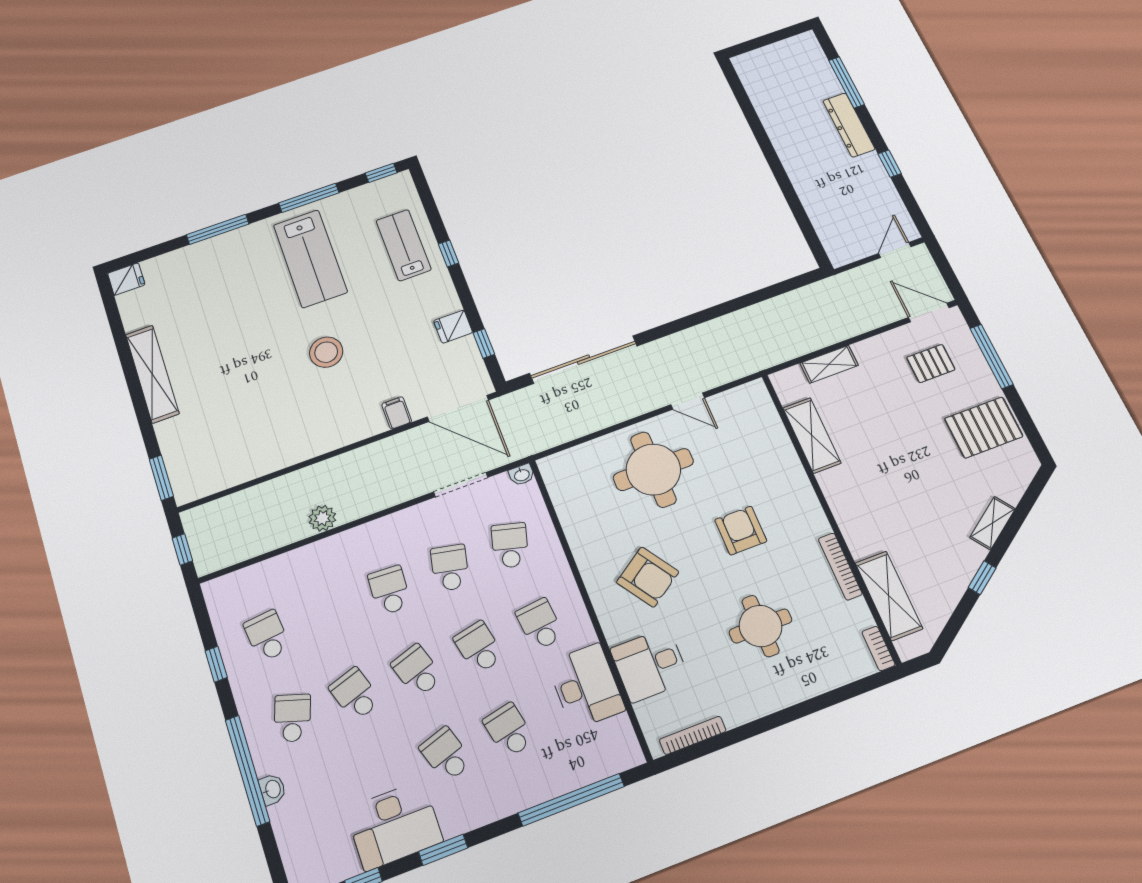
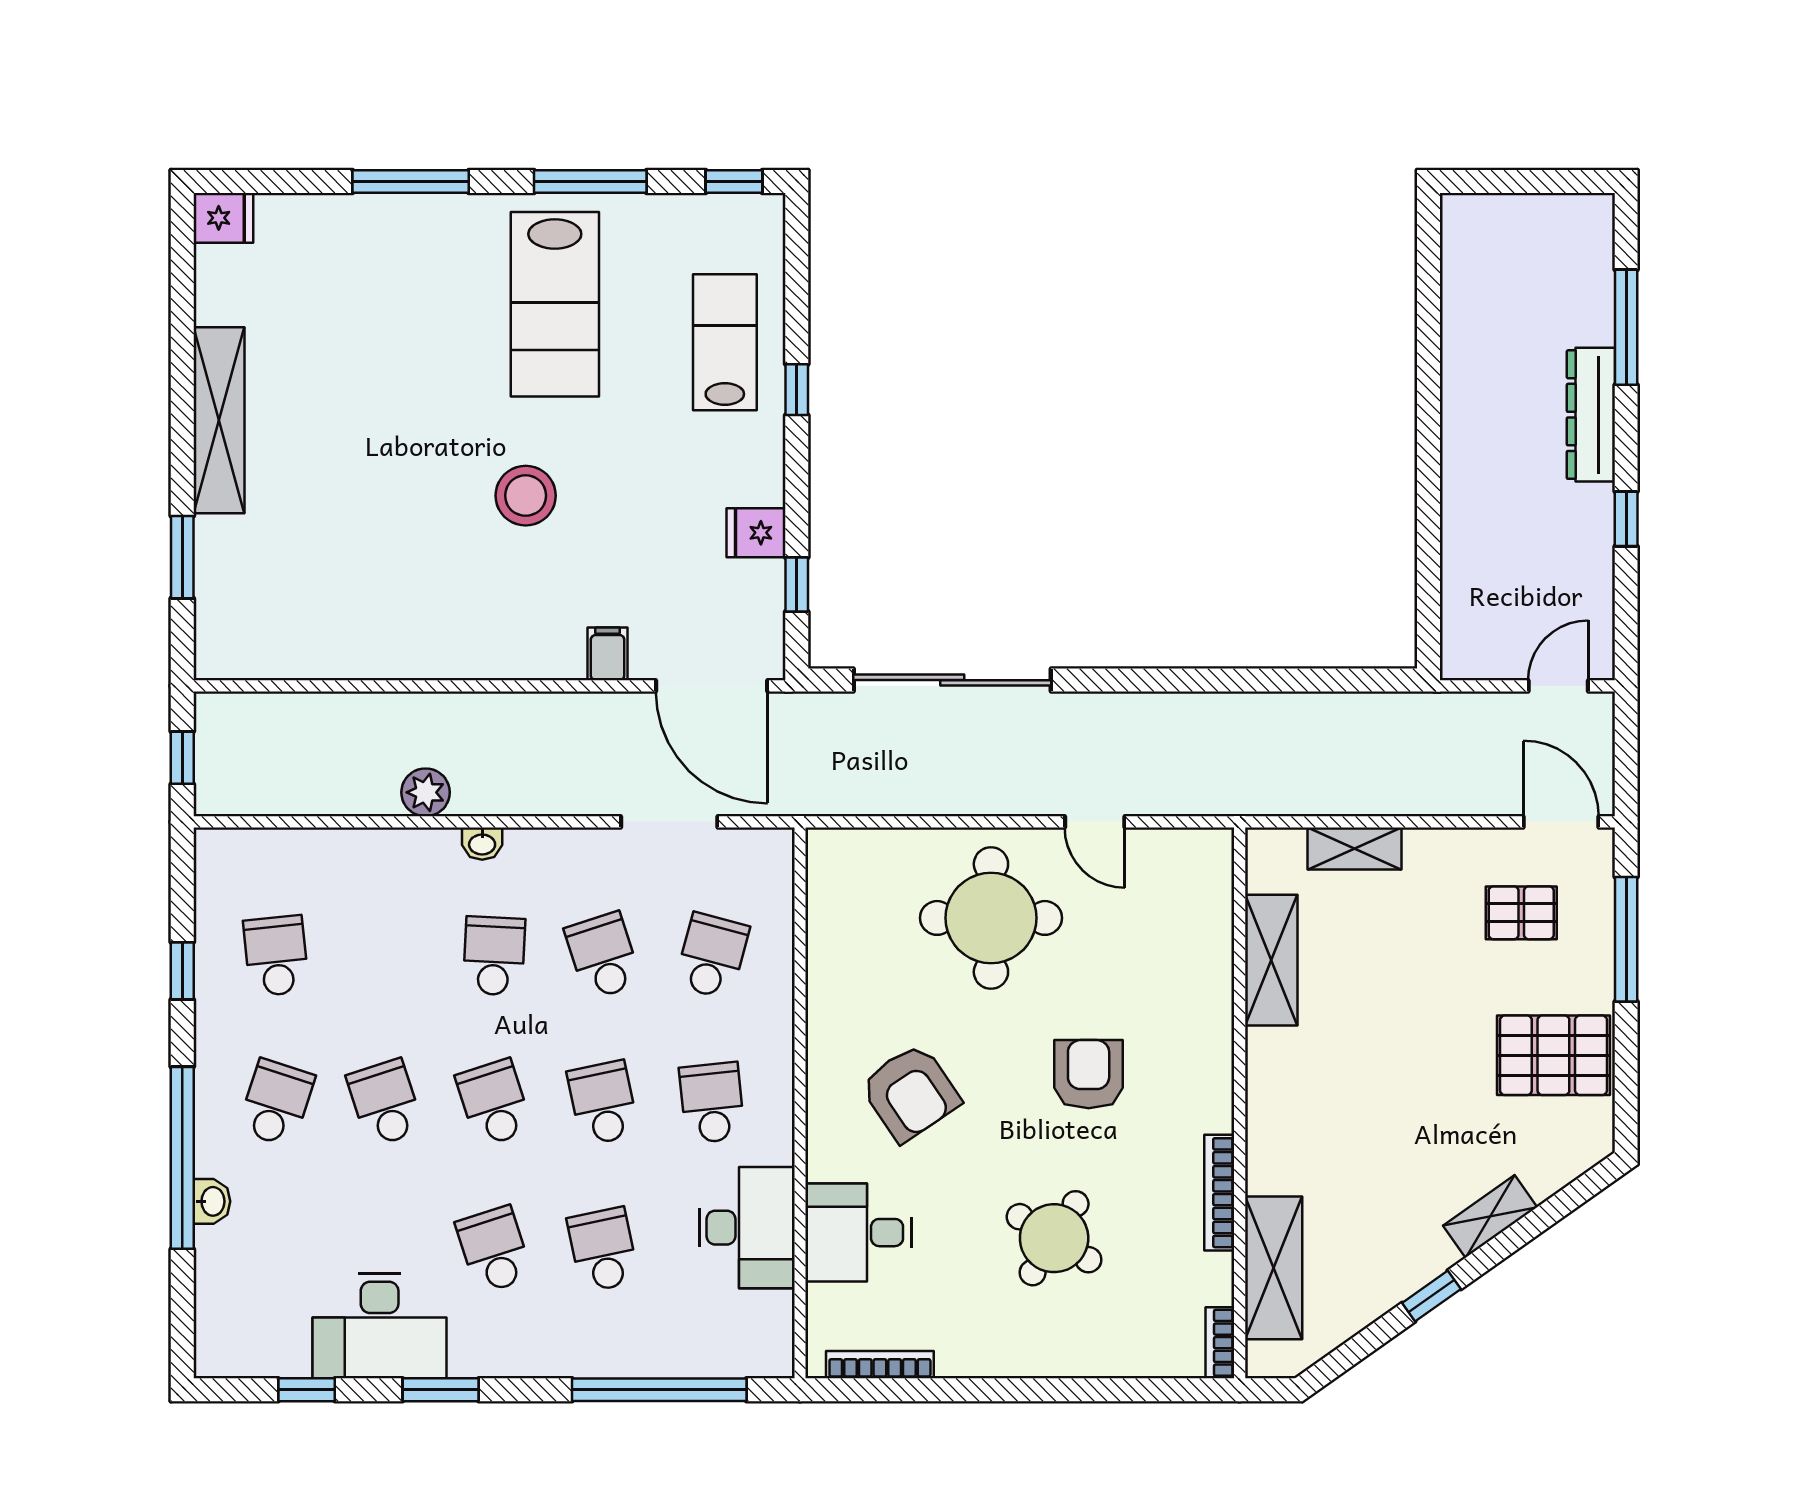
washbasin: (522, 475) -> (482, 844), moved
window: (161, 478) -> (182, 557), moved
school desk: (450, 568) -> (603, 956), turned -30
round table: (760, 626) -> (1054, 1238), turned 32

